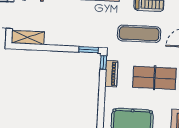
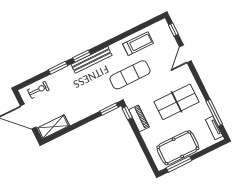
exercise mat: (139, 34) -> (130, 75), moved

